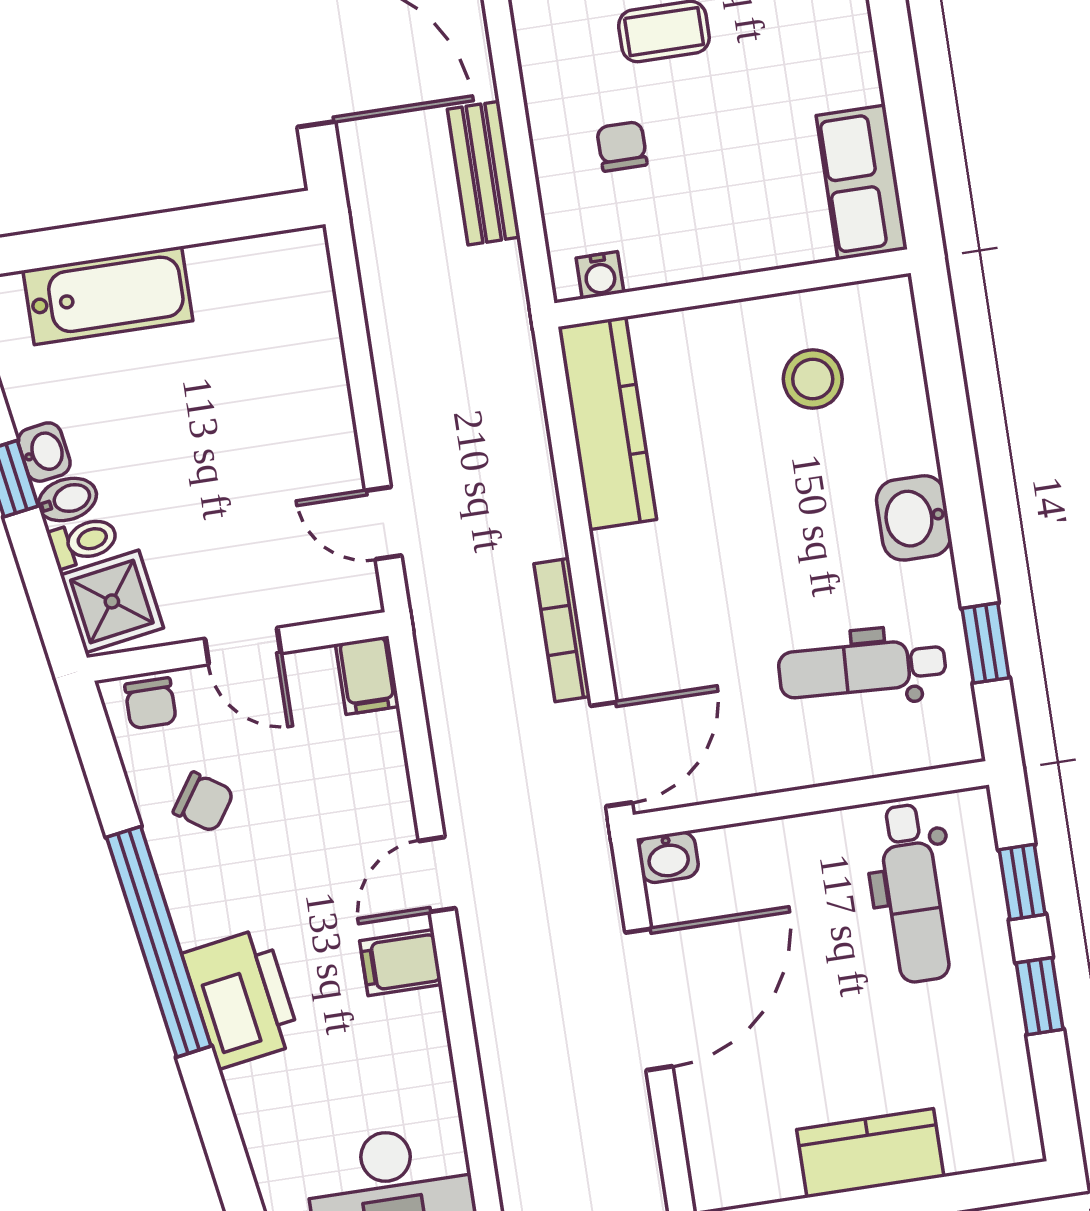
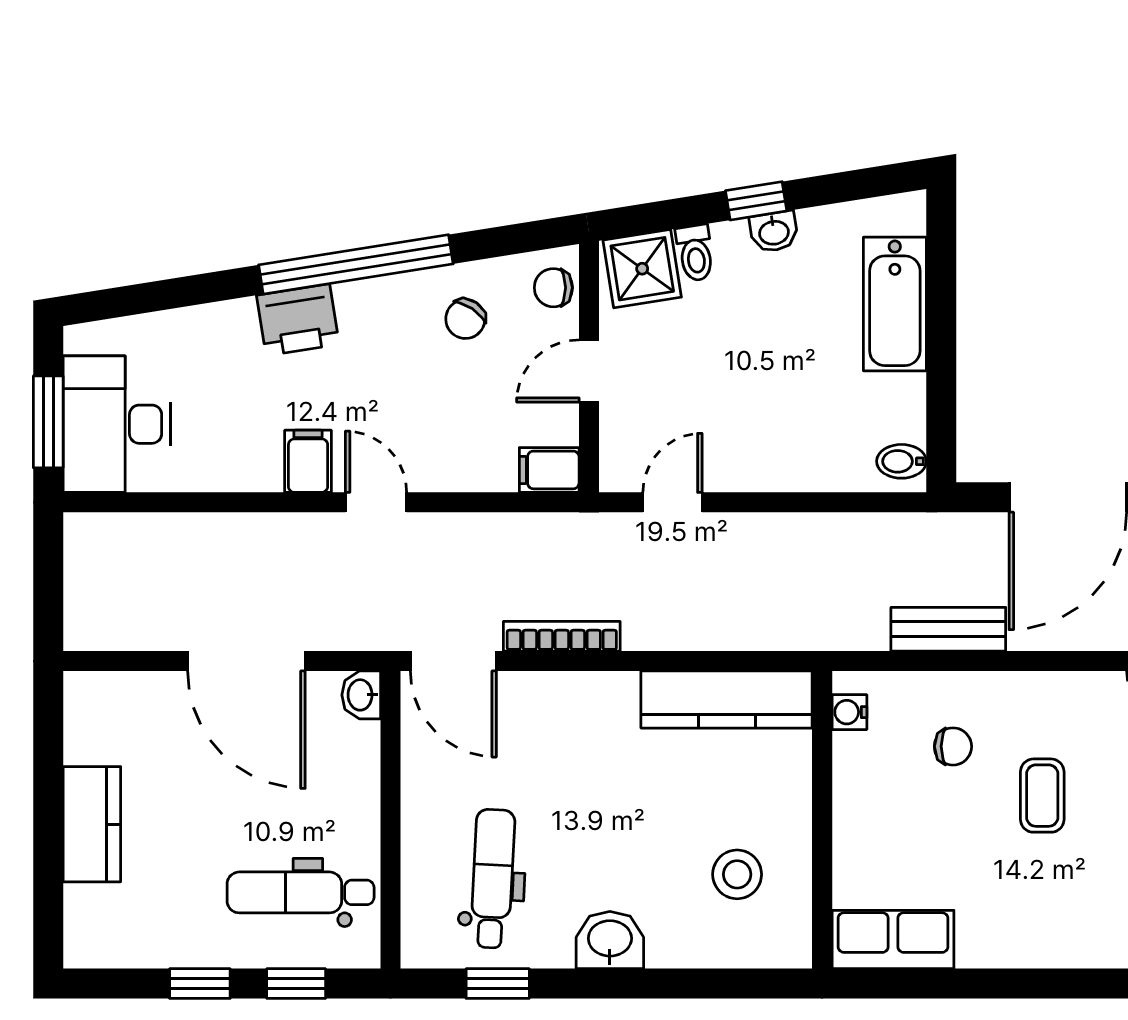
bidet: (67, 499) -> (901, 461), moved, turned 99
printer: (242, 998) -> (298, 320), width x0.73, depth x0.84

